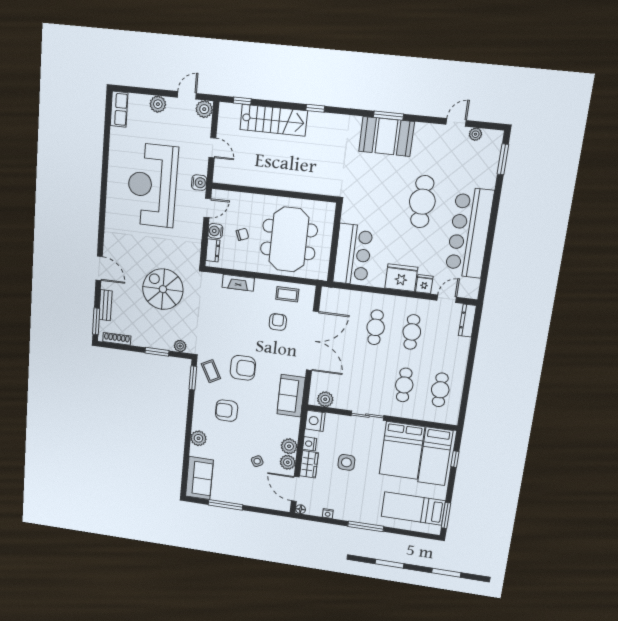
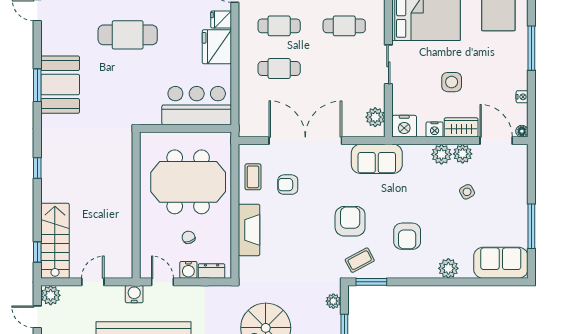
stairs: (274, 120) -> (55, 241), moved
fireplace: (238, 283) -> (249, 230), width x1.37, depth x1.32
door: (295, 489) -> (496, 141), swing flipped

